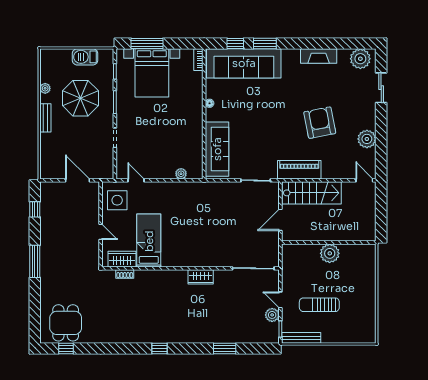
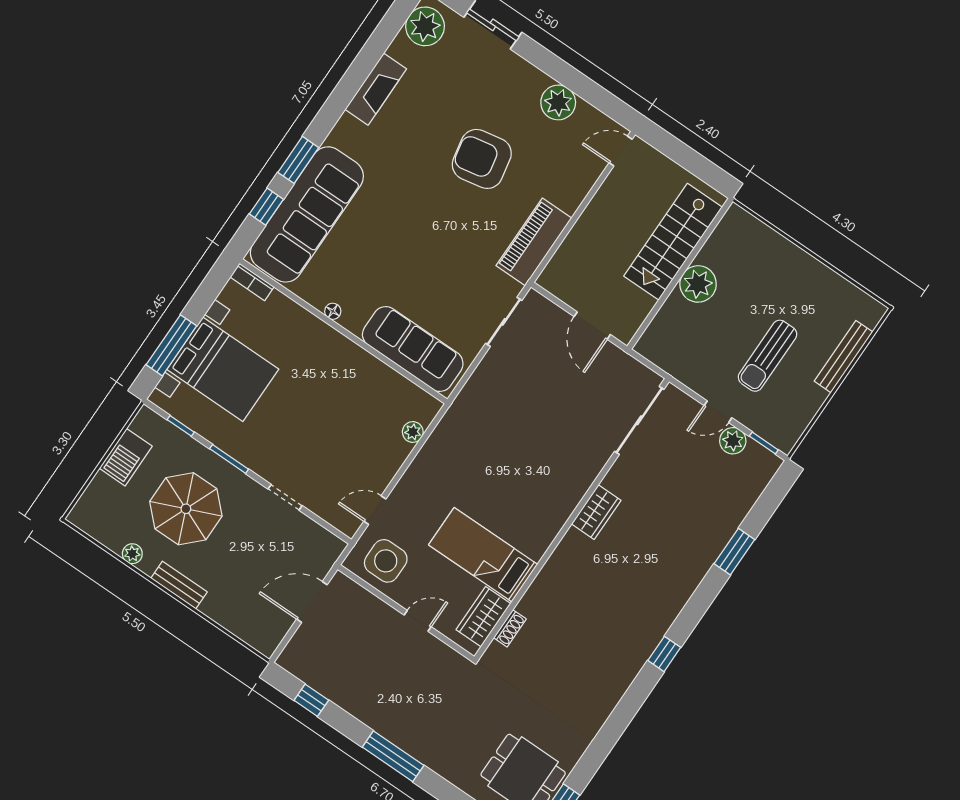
stairs: (312, 193) -> (673, 242), moved, turned 180
bench: (301, 338) -> (843, 357), moved

